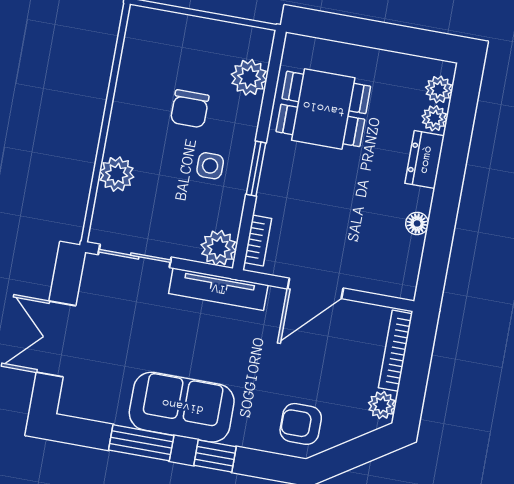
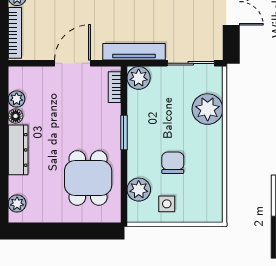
dining table: (323, 109) -> (88, 178), turned 90
plant: (434, 118) -> (17, 99), moved
dresser: (425, 159) -> (18, 150), width x1.44
side table: (210, 166) -> (167, 204), moved
plant: (117, 174) -> (208, 109), width x1.36, depth x1.36

